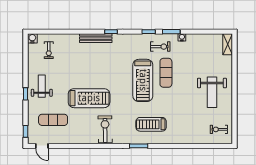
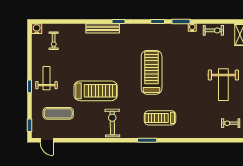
exercise bike: (160, 47) -> (213, 30), moved
exercise mat: (166, 73) -> (176, 64), removed
treadmill: (143, 80) -> (152, 72), turned 180

